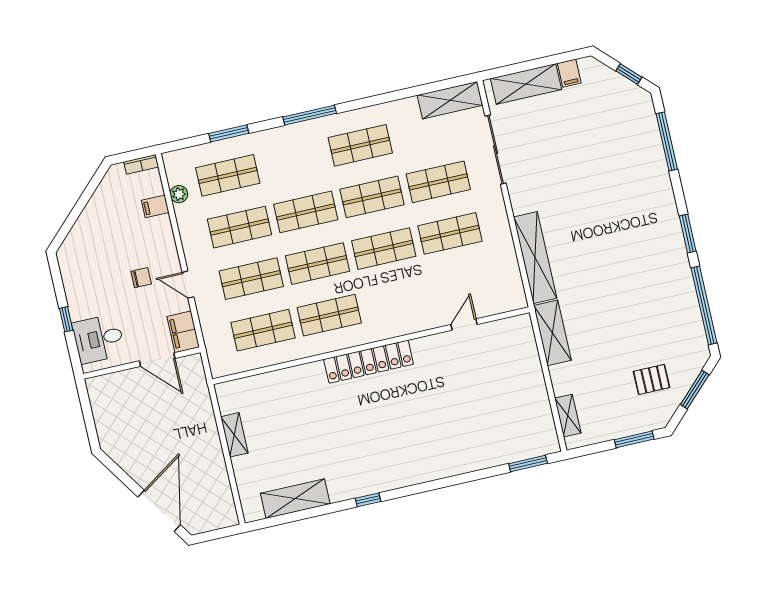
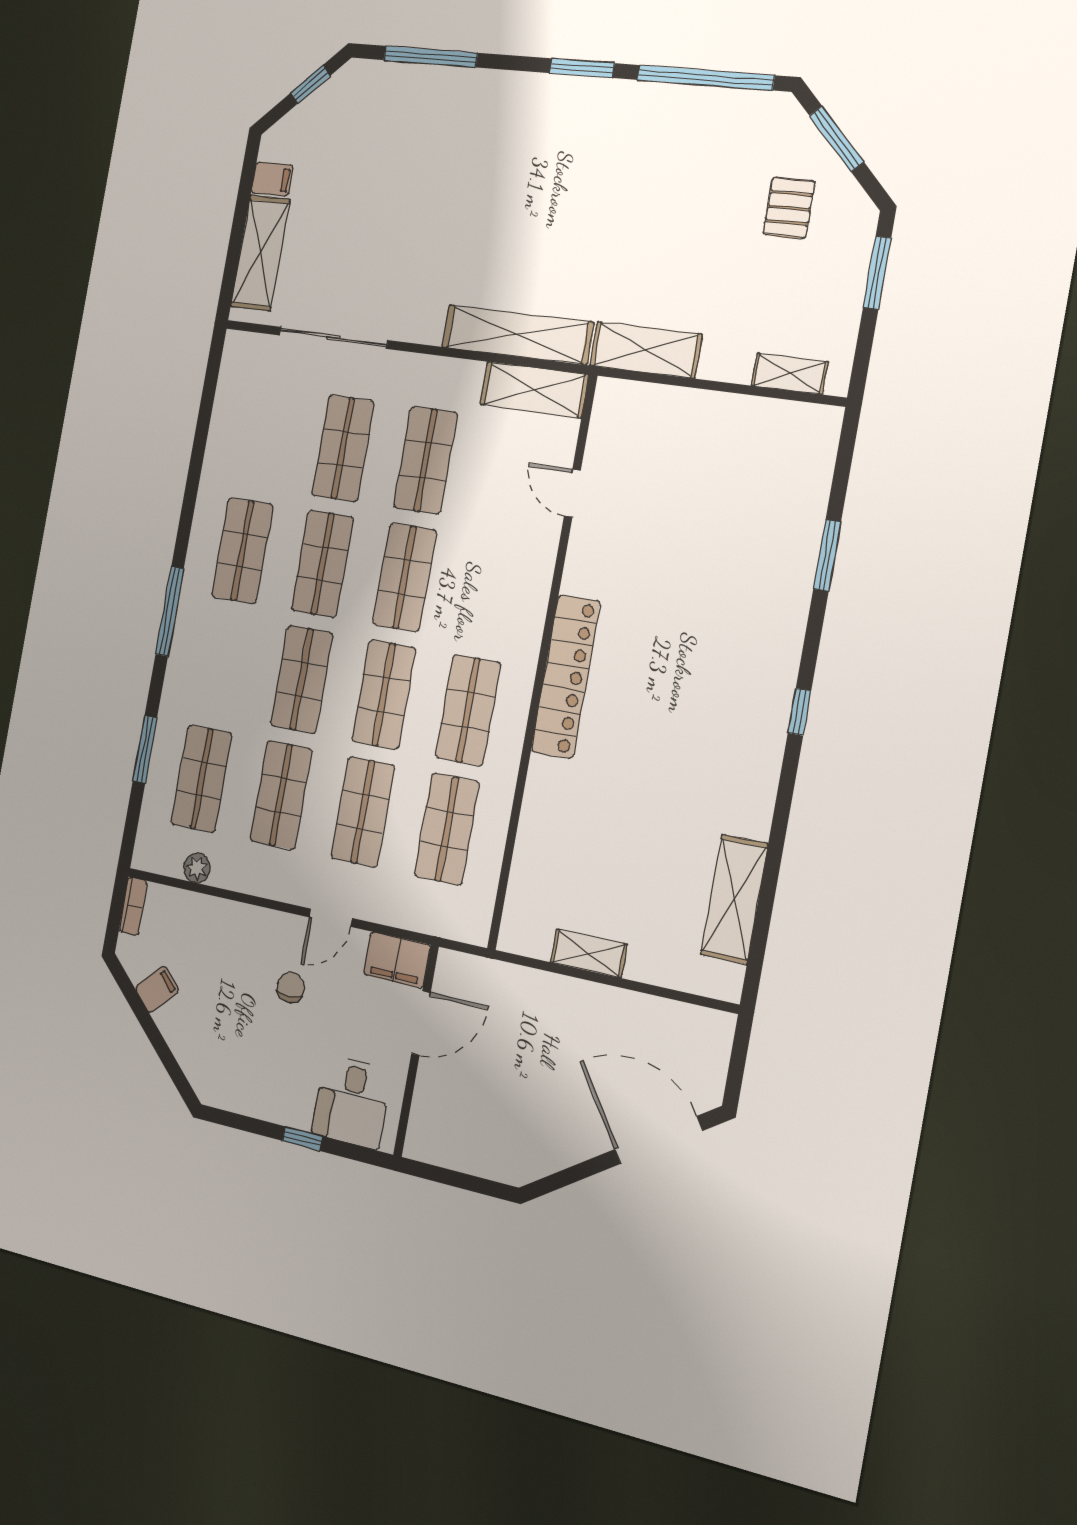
shelving: (450, 100) -> (534, 390), moved, turned 90
filing cabinet: (155, 206) -> (157, 989), moved, turned -135
window: (528, 464) -> (827, 555), moved
window: (368, 500) -> (799, 712), moved

